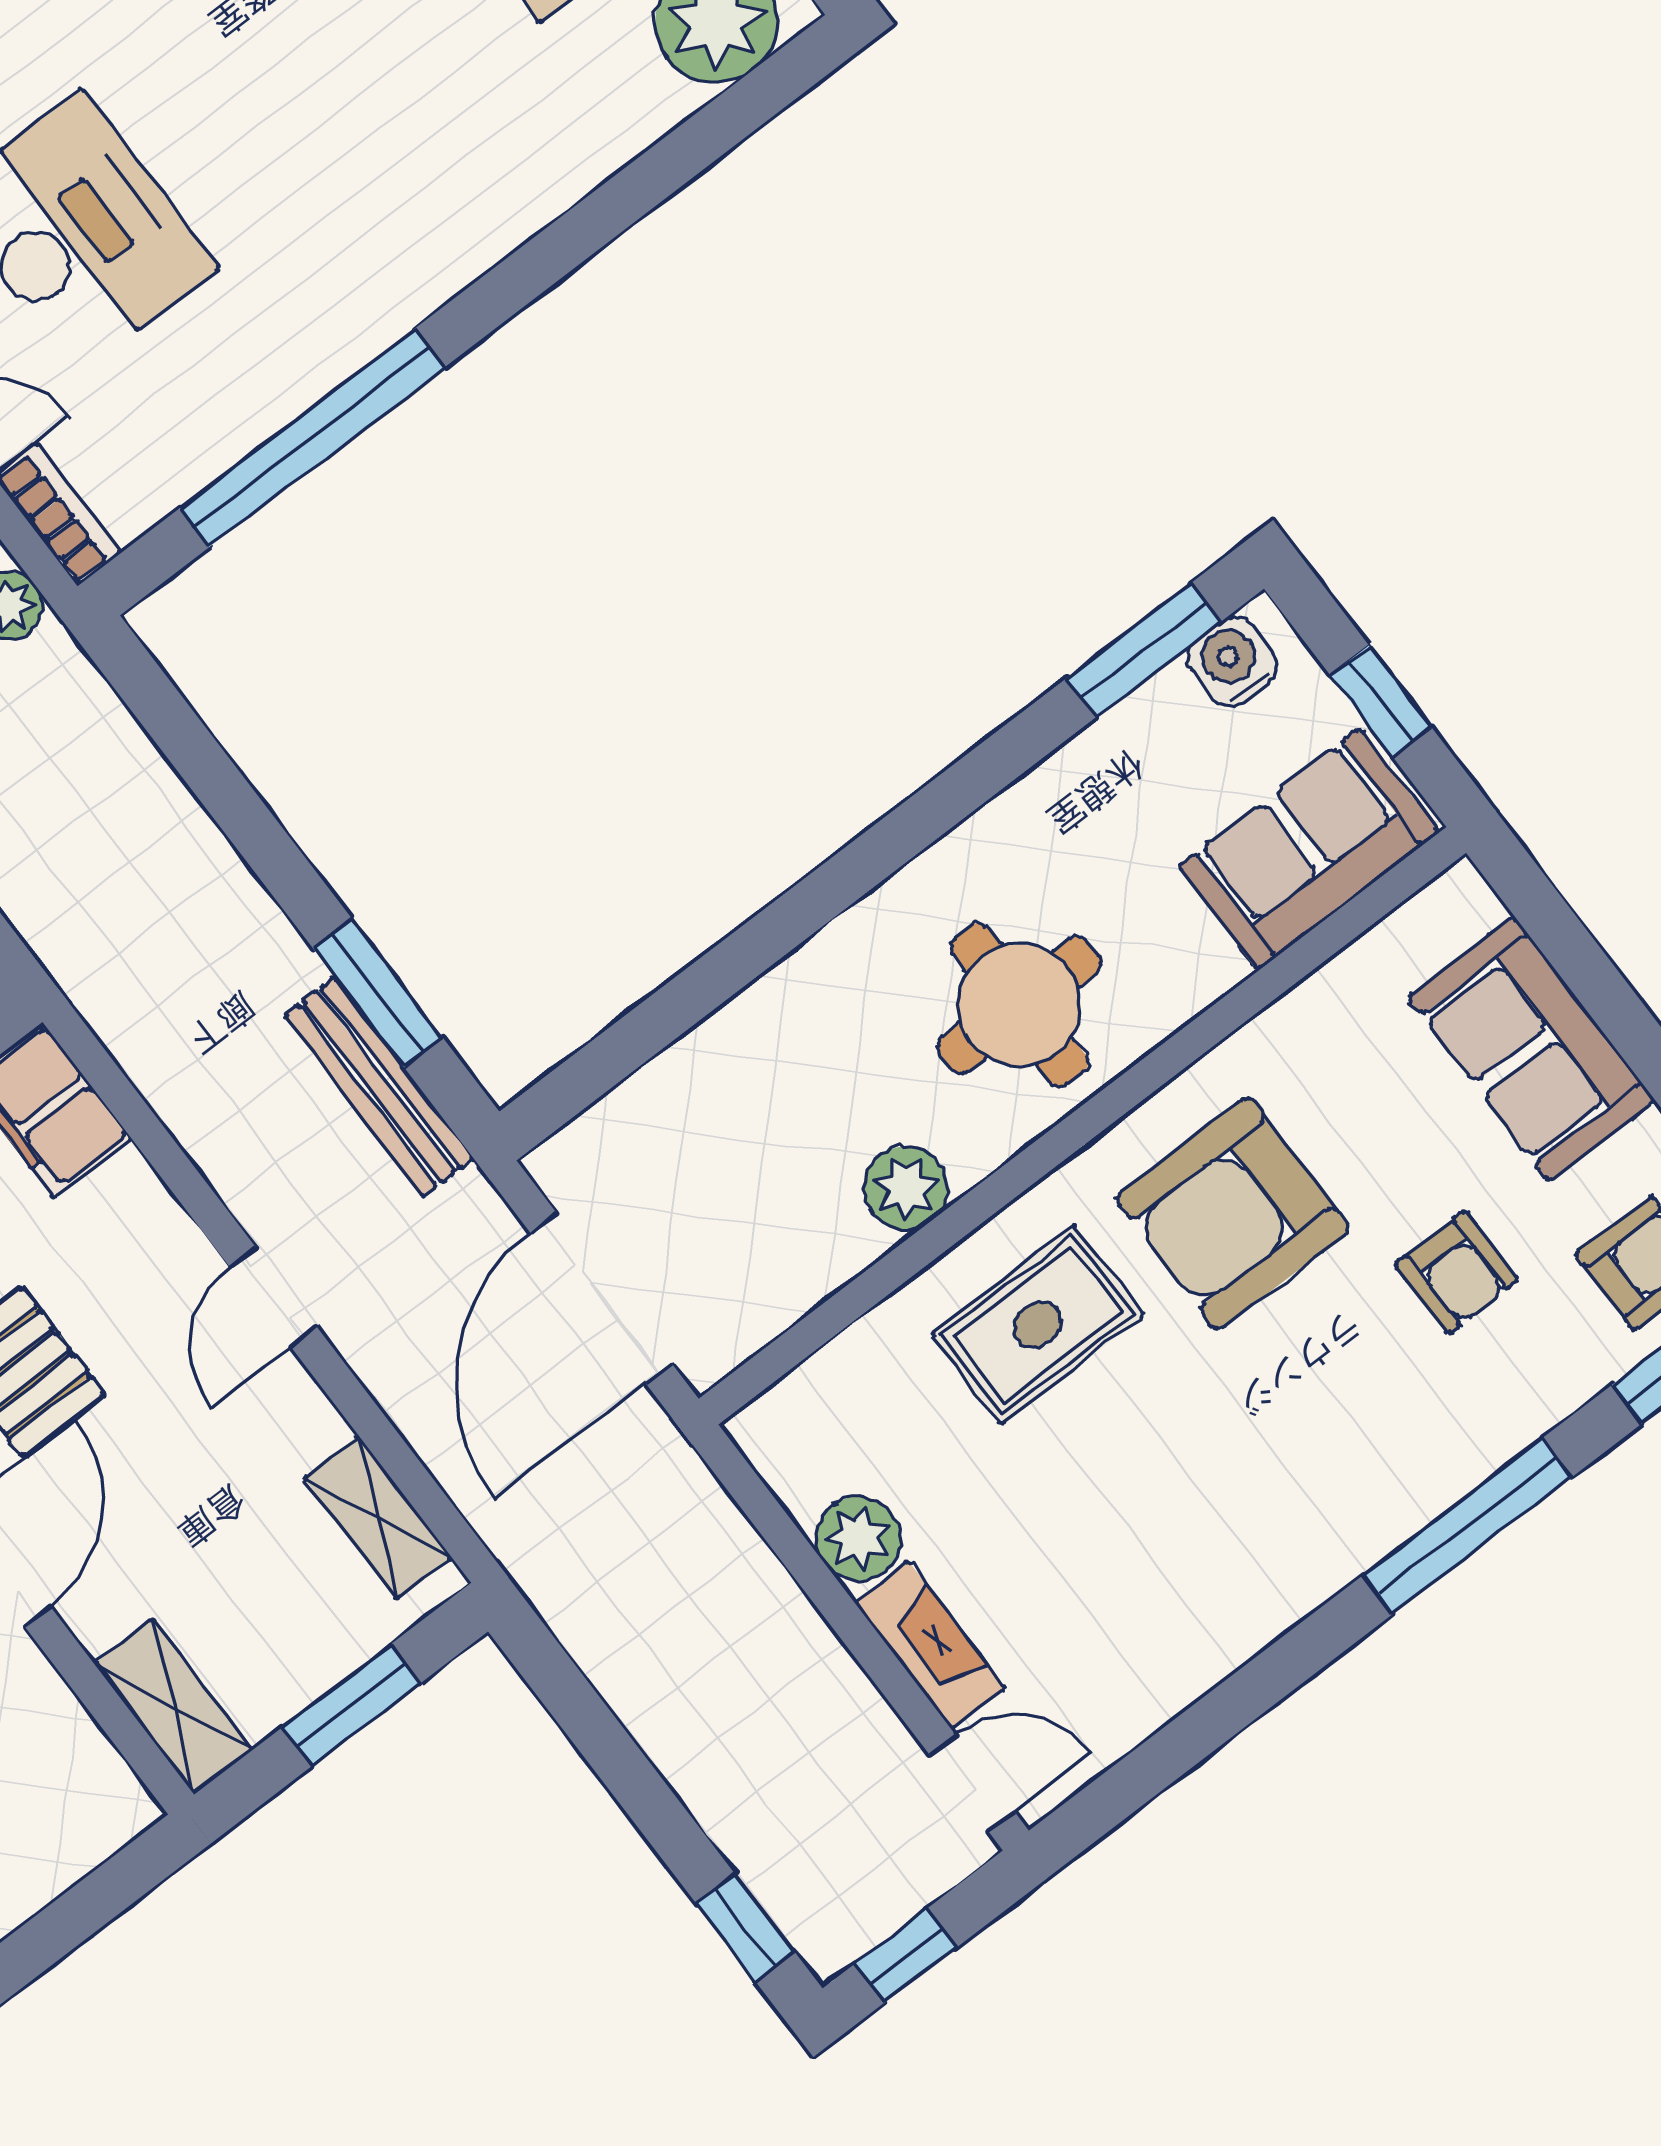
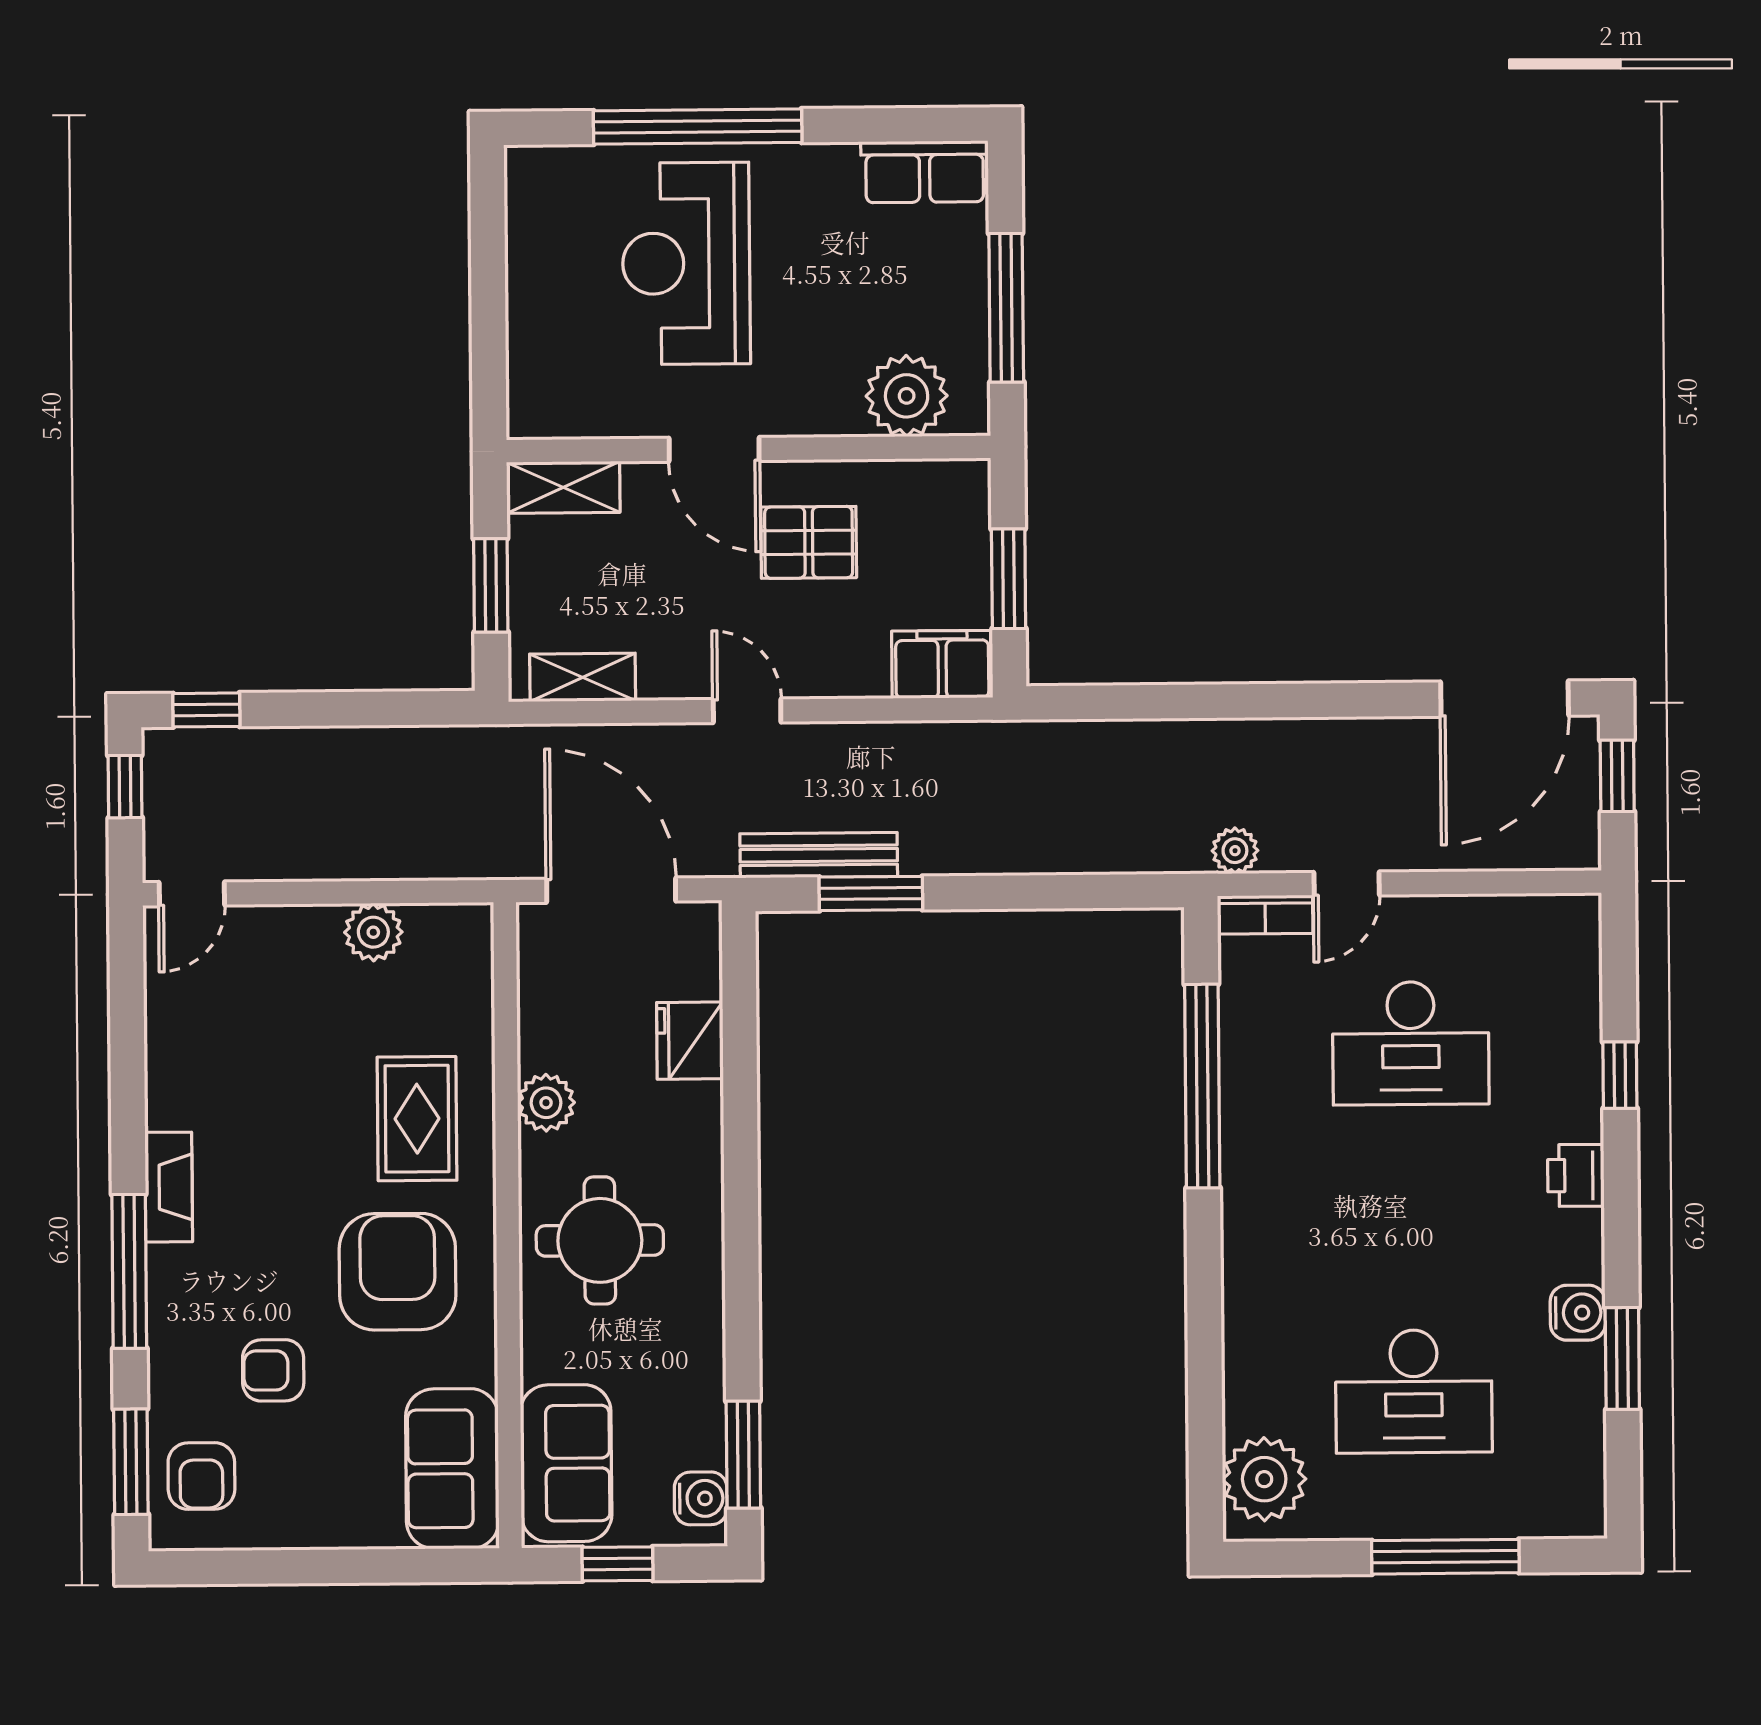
sofa: (1531, 1049) -> (452, 1469), moved, turned -90
fridge: (708, 1075) -> (690, 1041), added
fireplace: (930, 1645) -> (169, 1187), moved, turned -90

